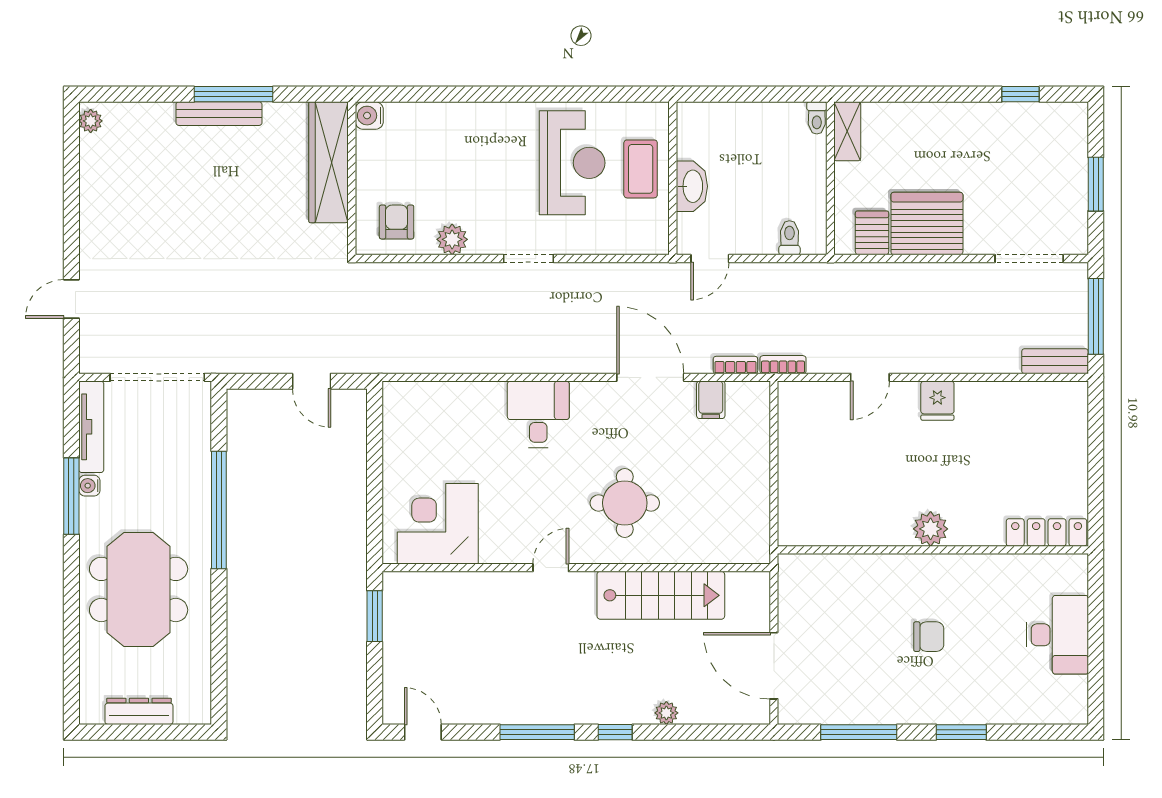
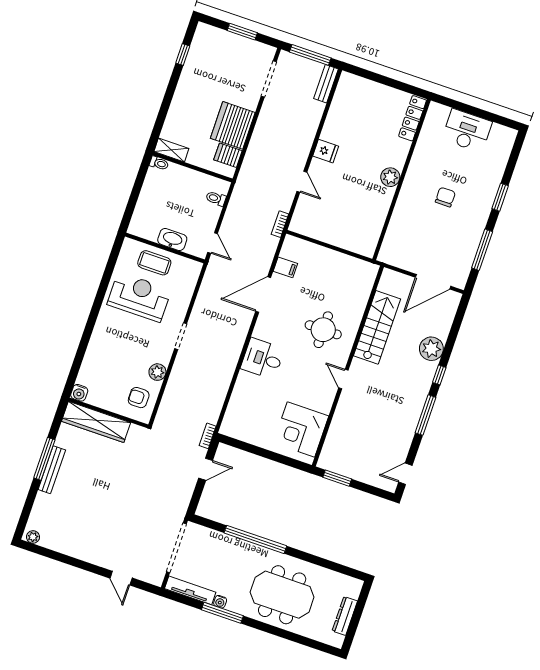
bookcase: (735, 365) -> (208, 436), moved
plant: (666, 713) -> (431, 349), width x1.88, depth x1.88

